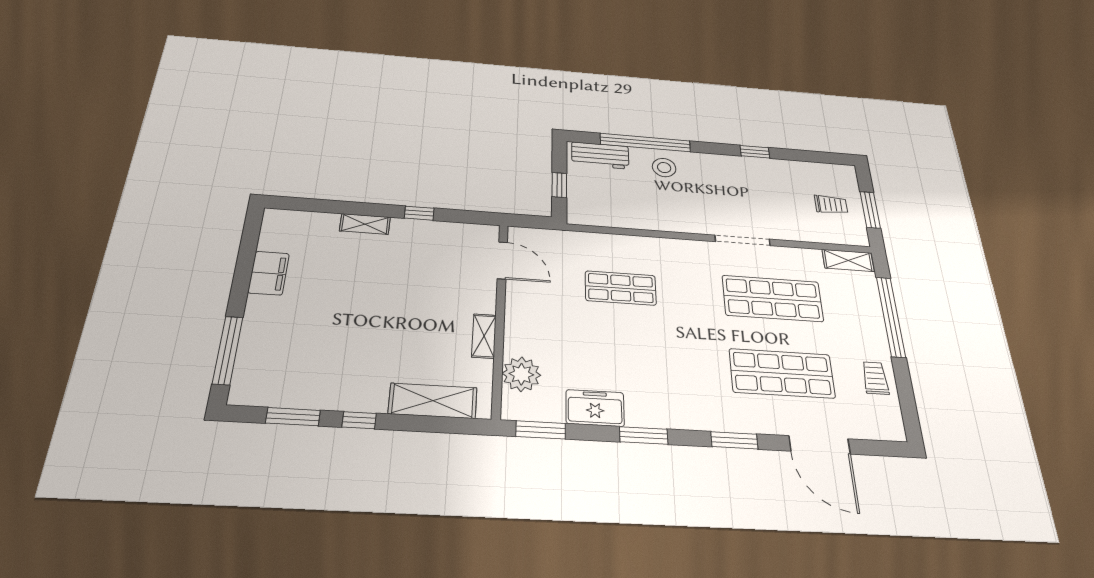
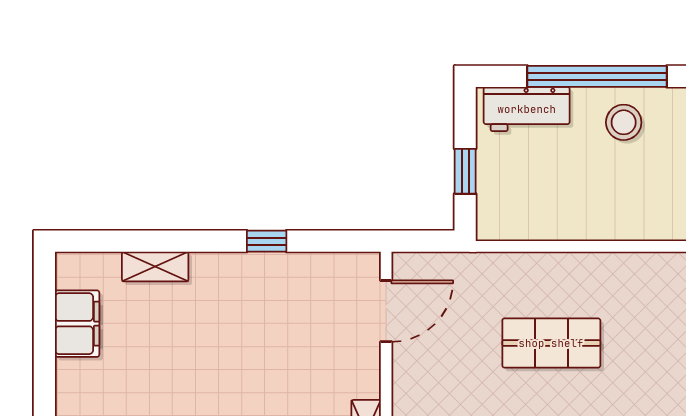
shelving: (365, 224) -> (155, 267), moved
door: (502, 260) -> (386, 311), hinge flipped
filing cabinet: (269, 273) -> (77, 324), moved

